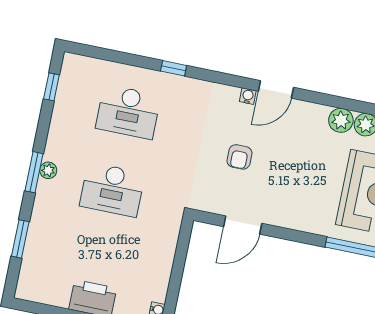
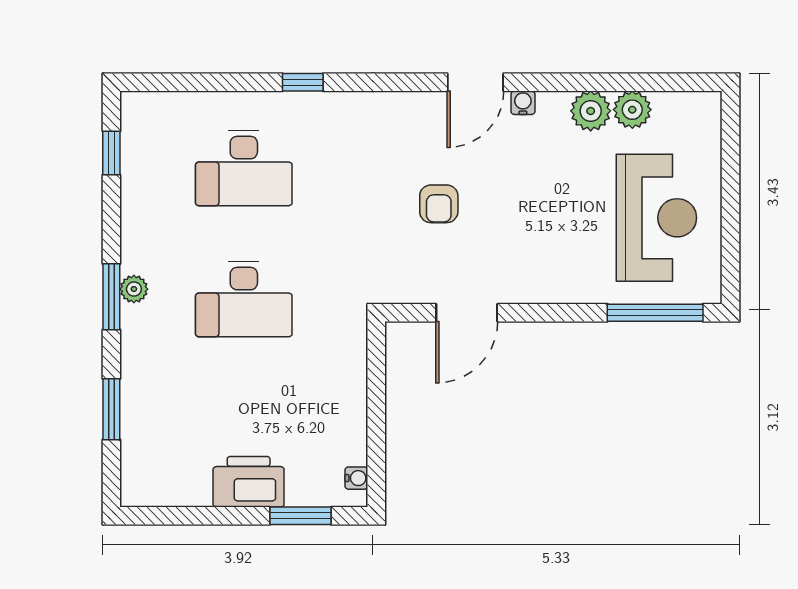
water cooler: (248, 96) -> (523, 103), moved

